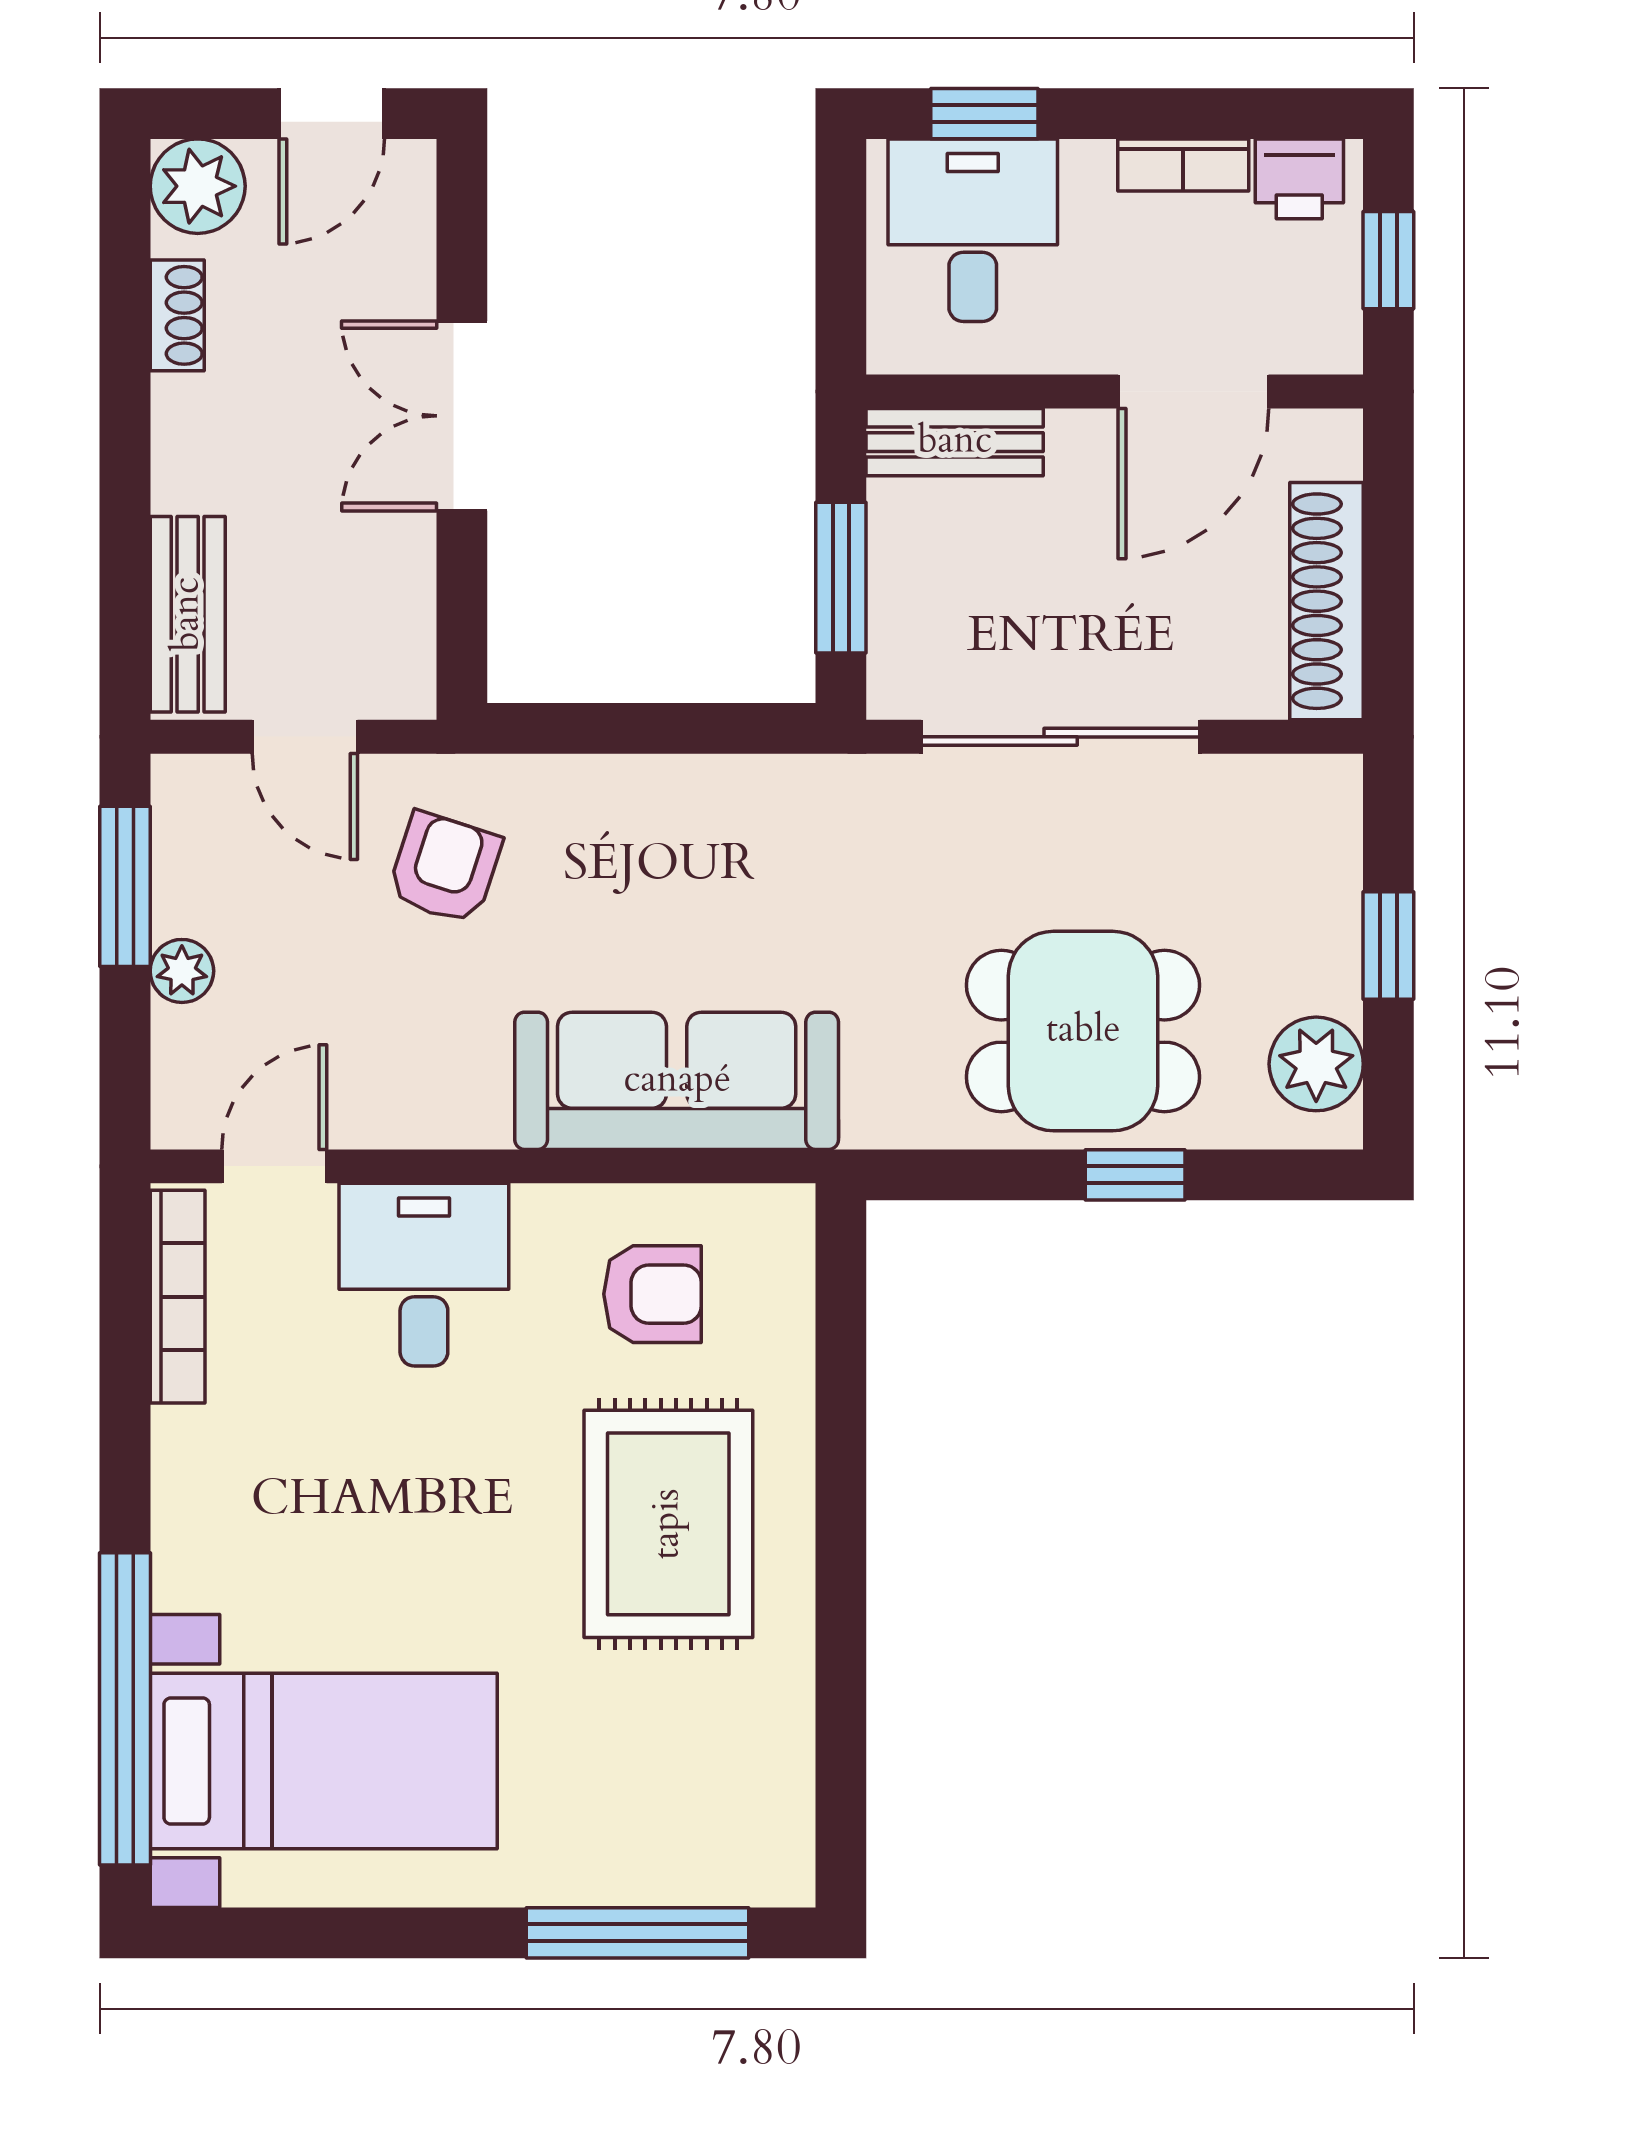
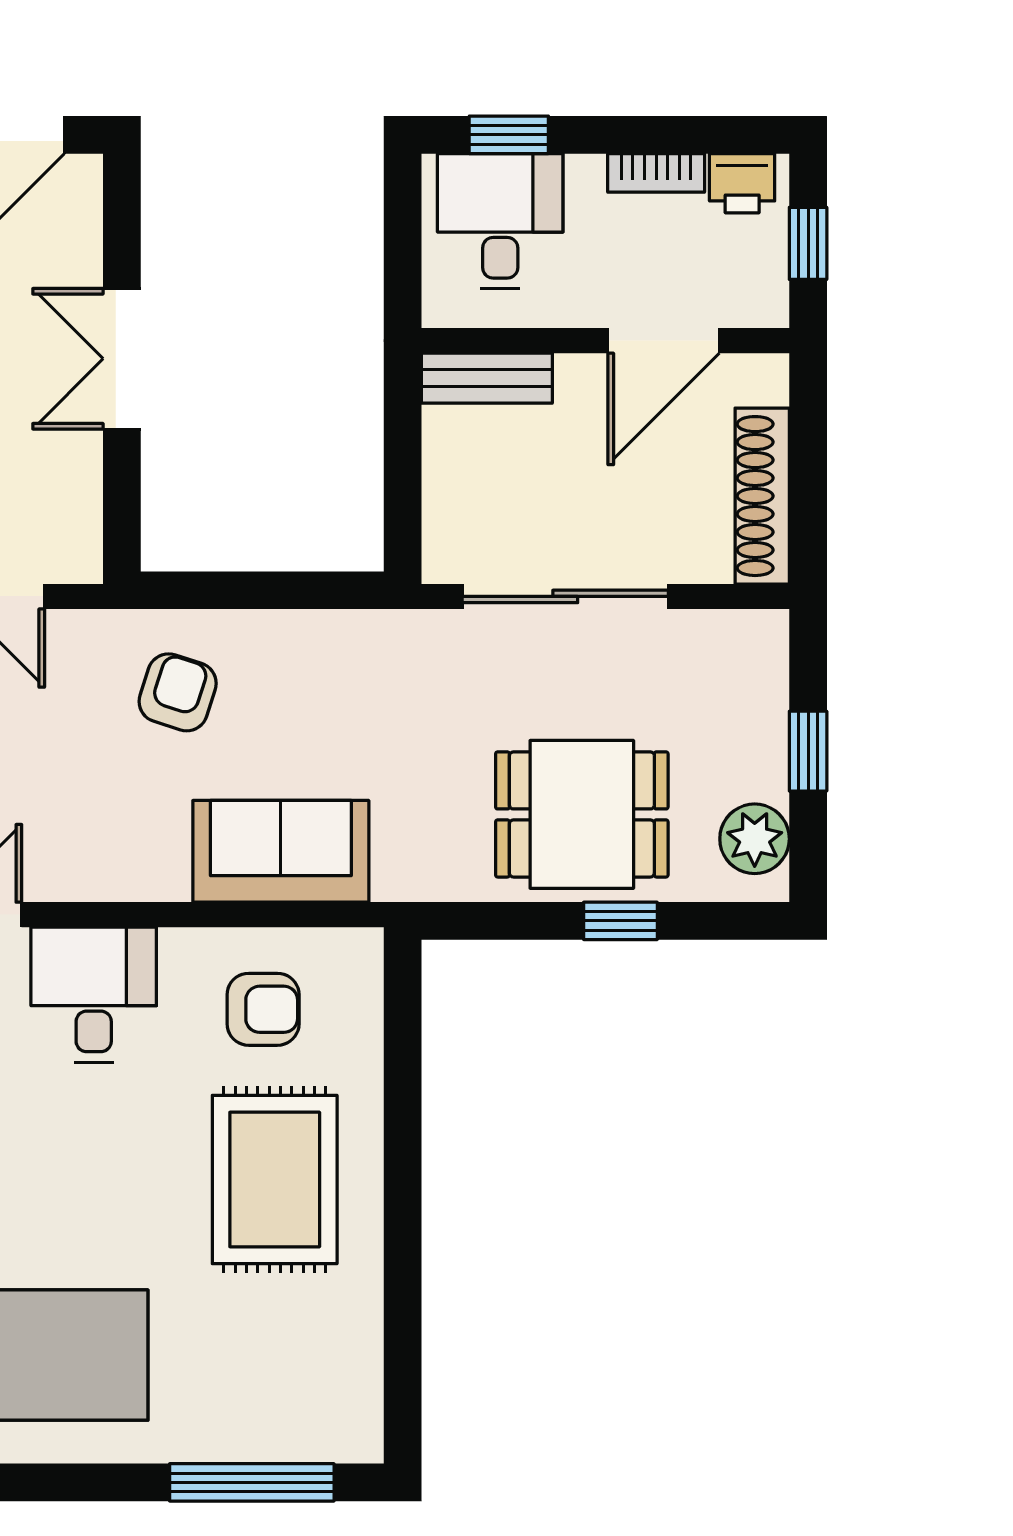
window: (841, 578) -> (403, 479), removed
armchair: (445, 868) -> (178, 692), moved
sofa: (677, 1081) -> (281, 851), width x0.73

